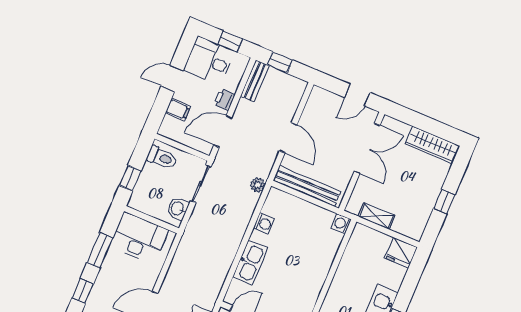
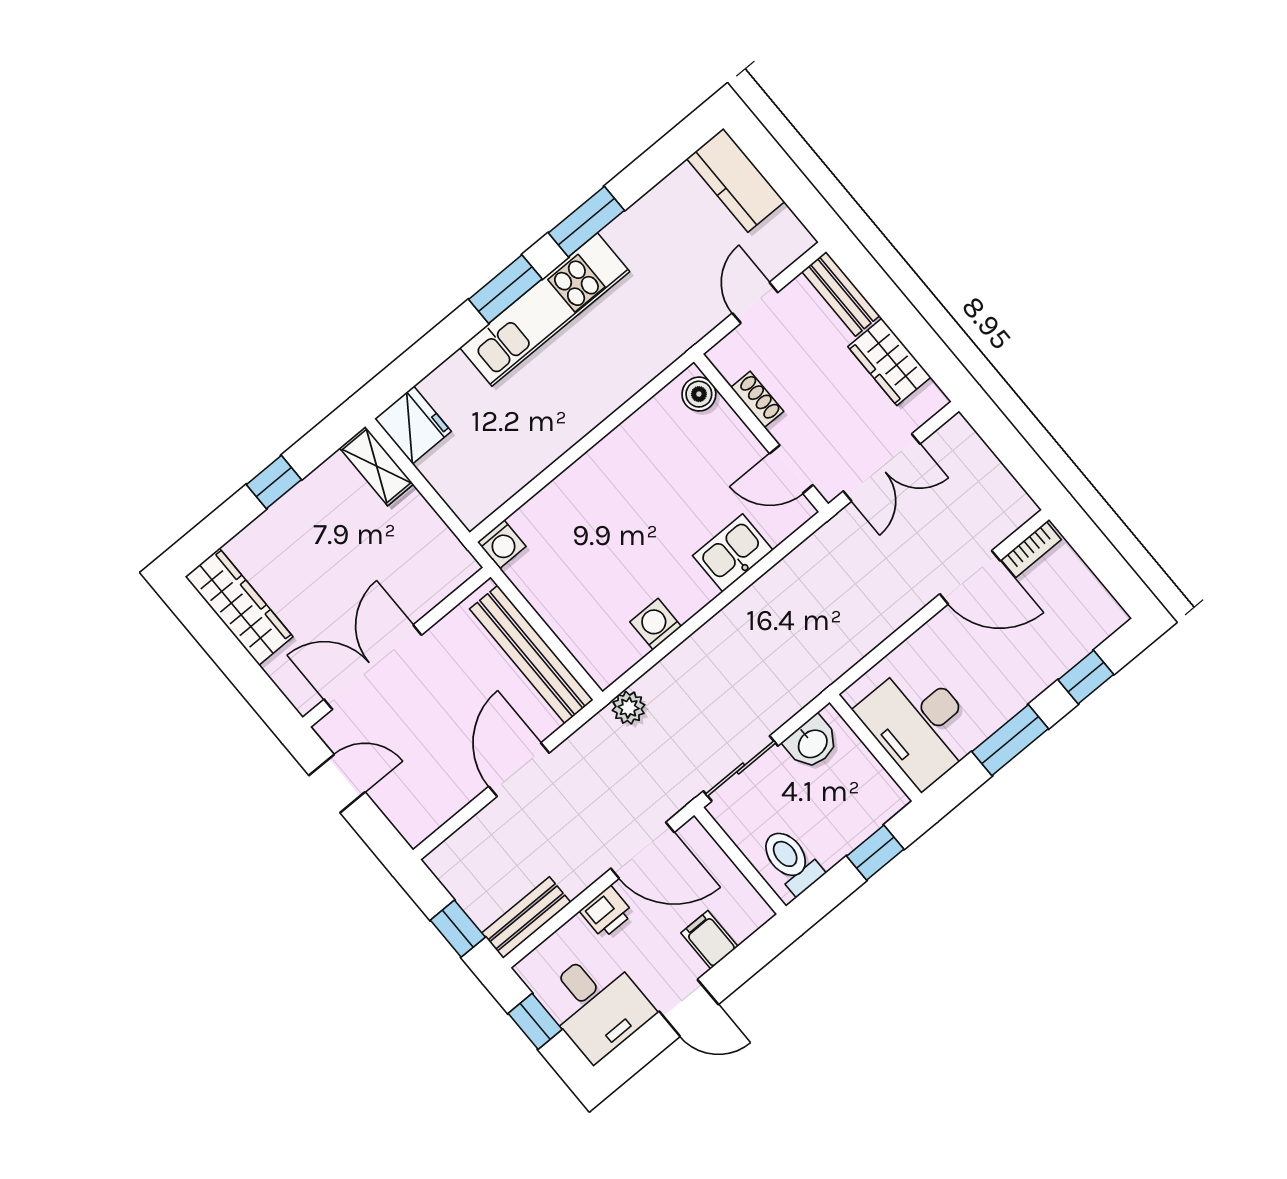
shelving: (376, 216) -> (377, 466), moved
kitchen sink: (250, 262) -> (733, 553), width x0.73

